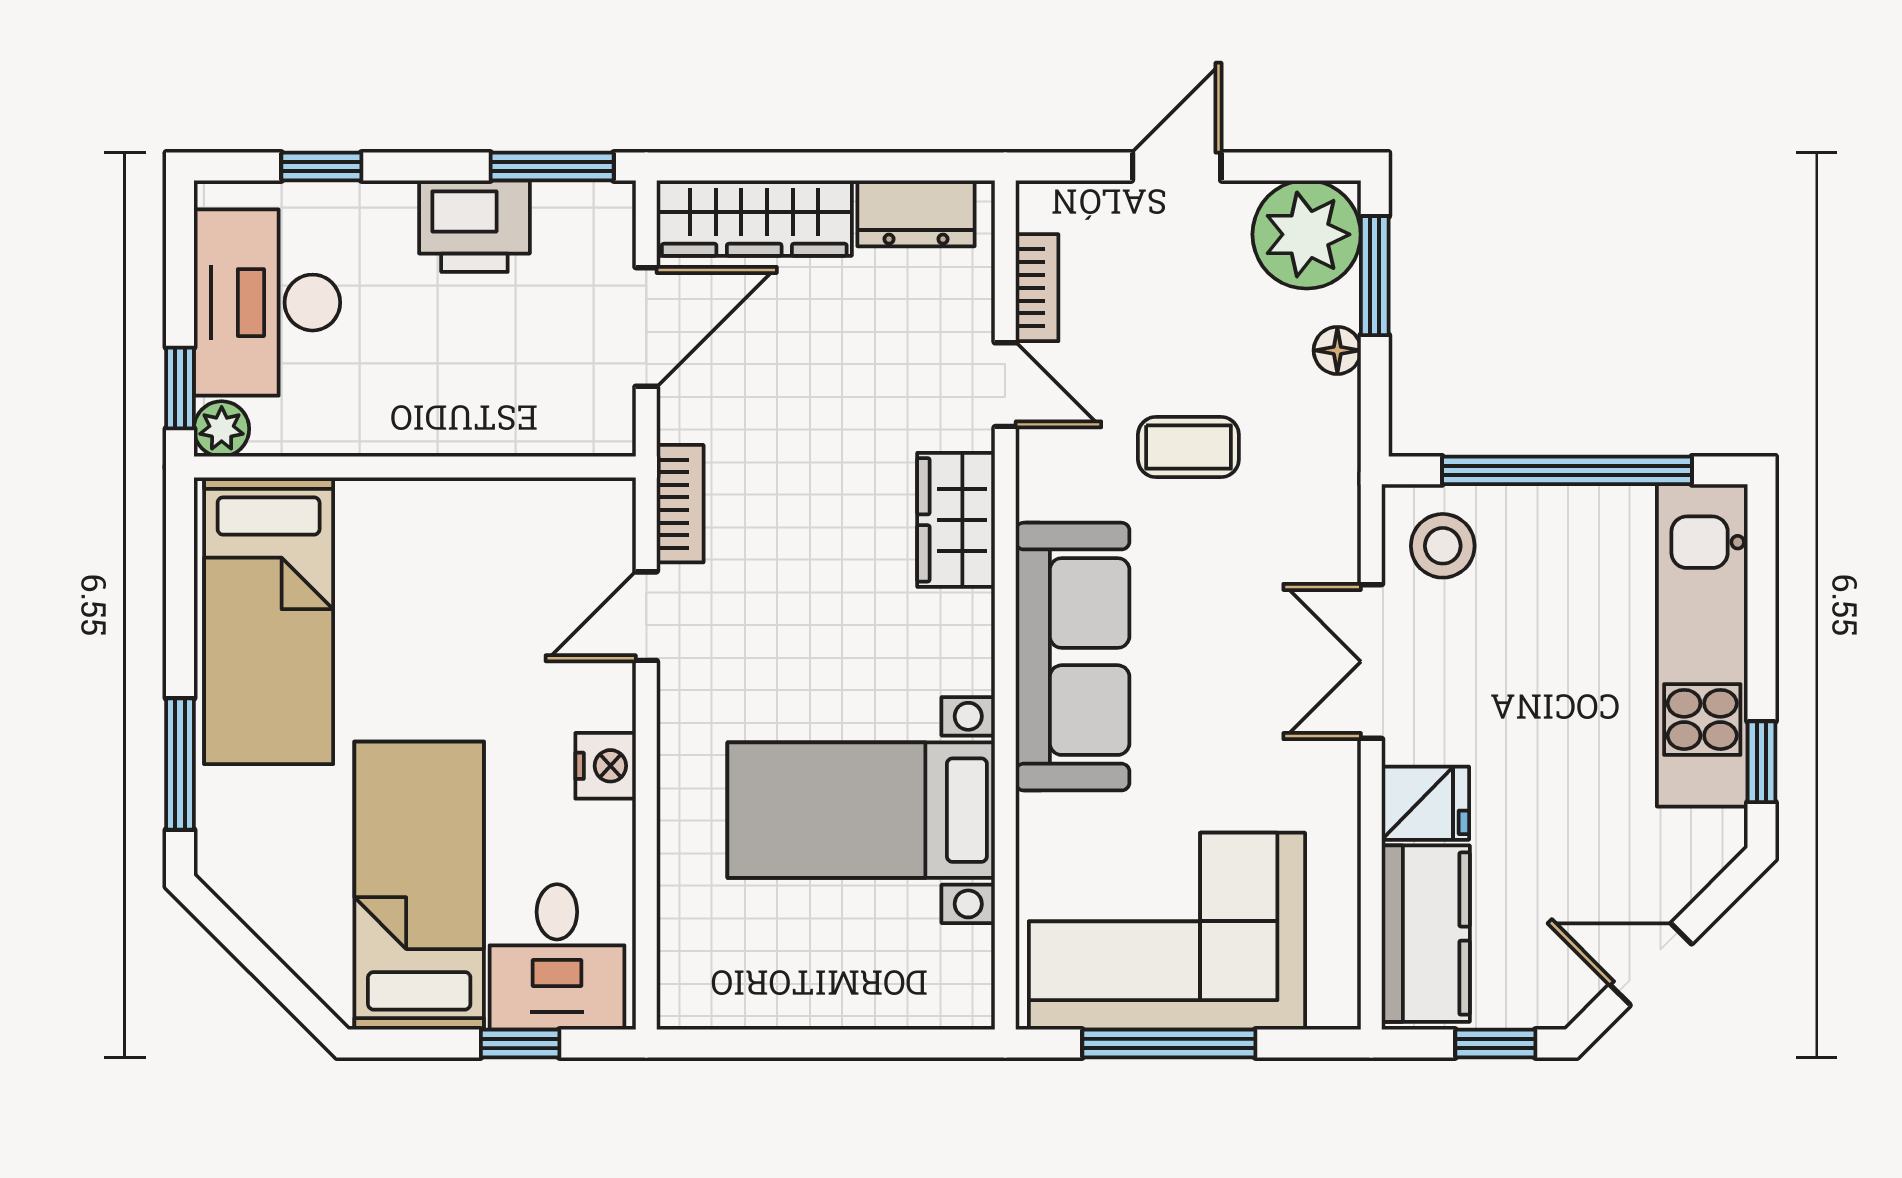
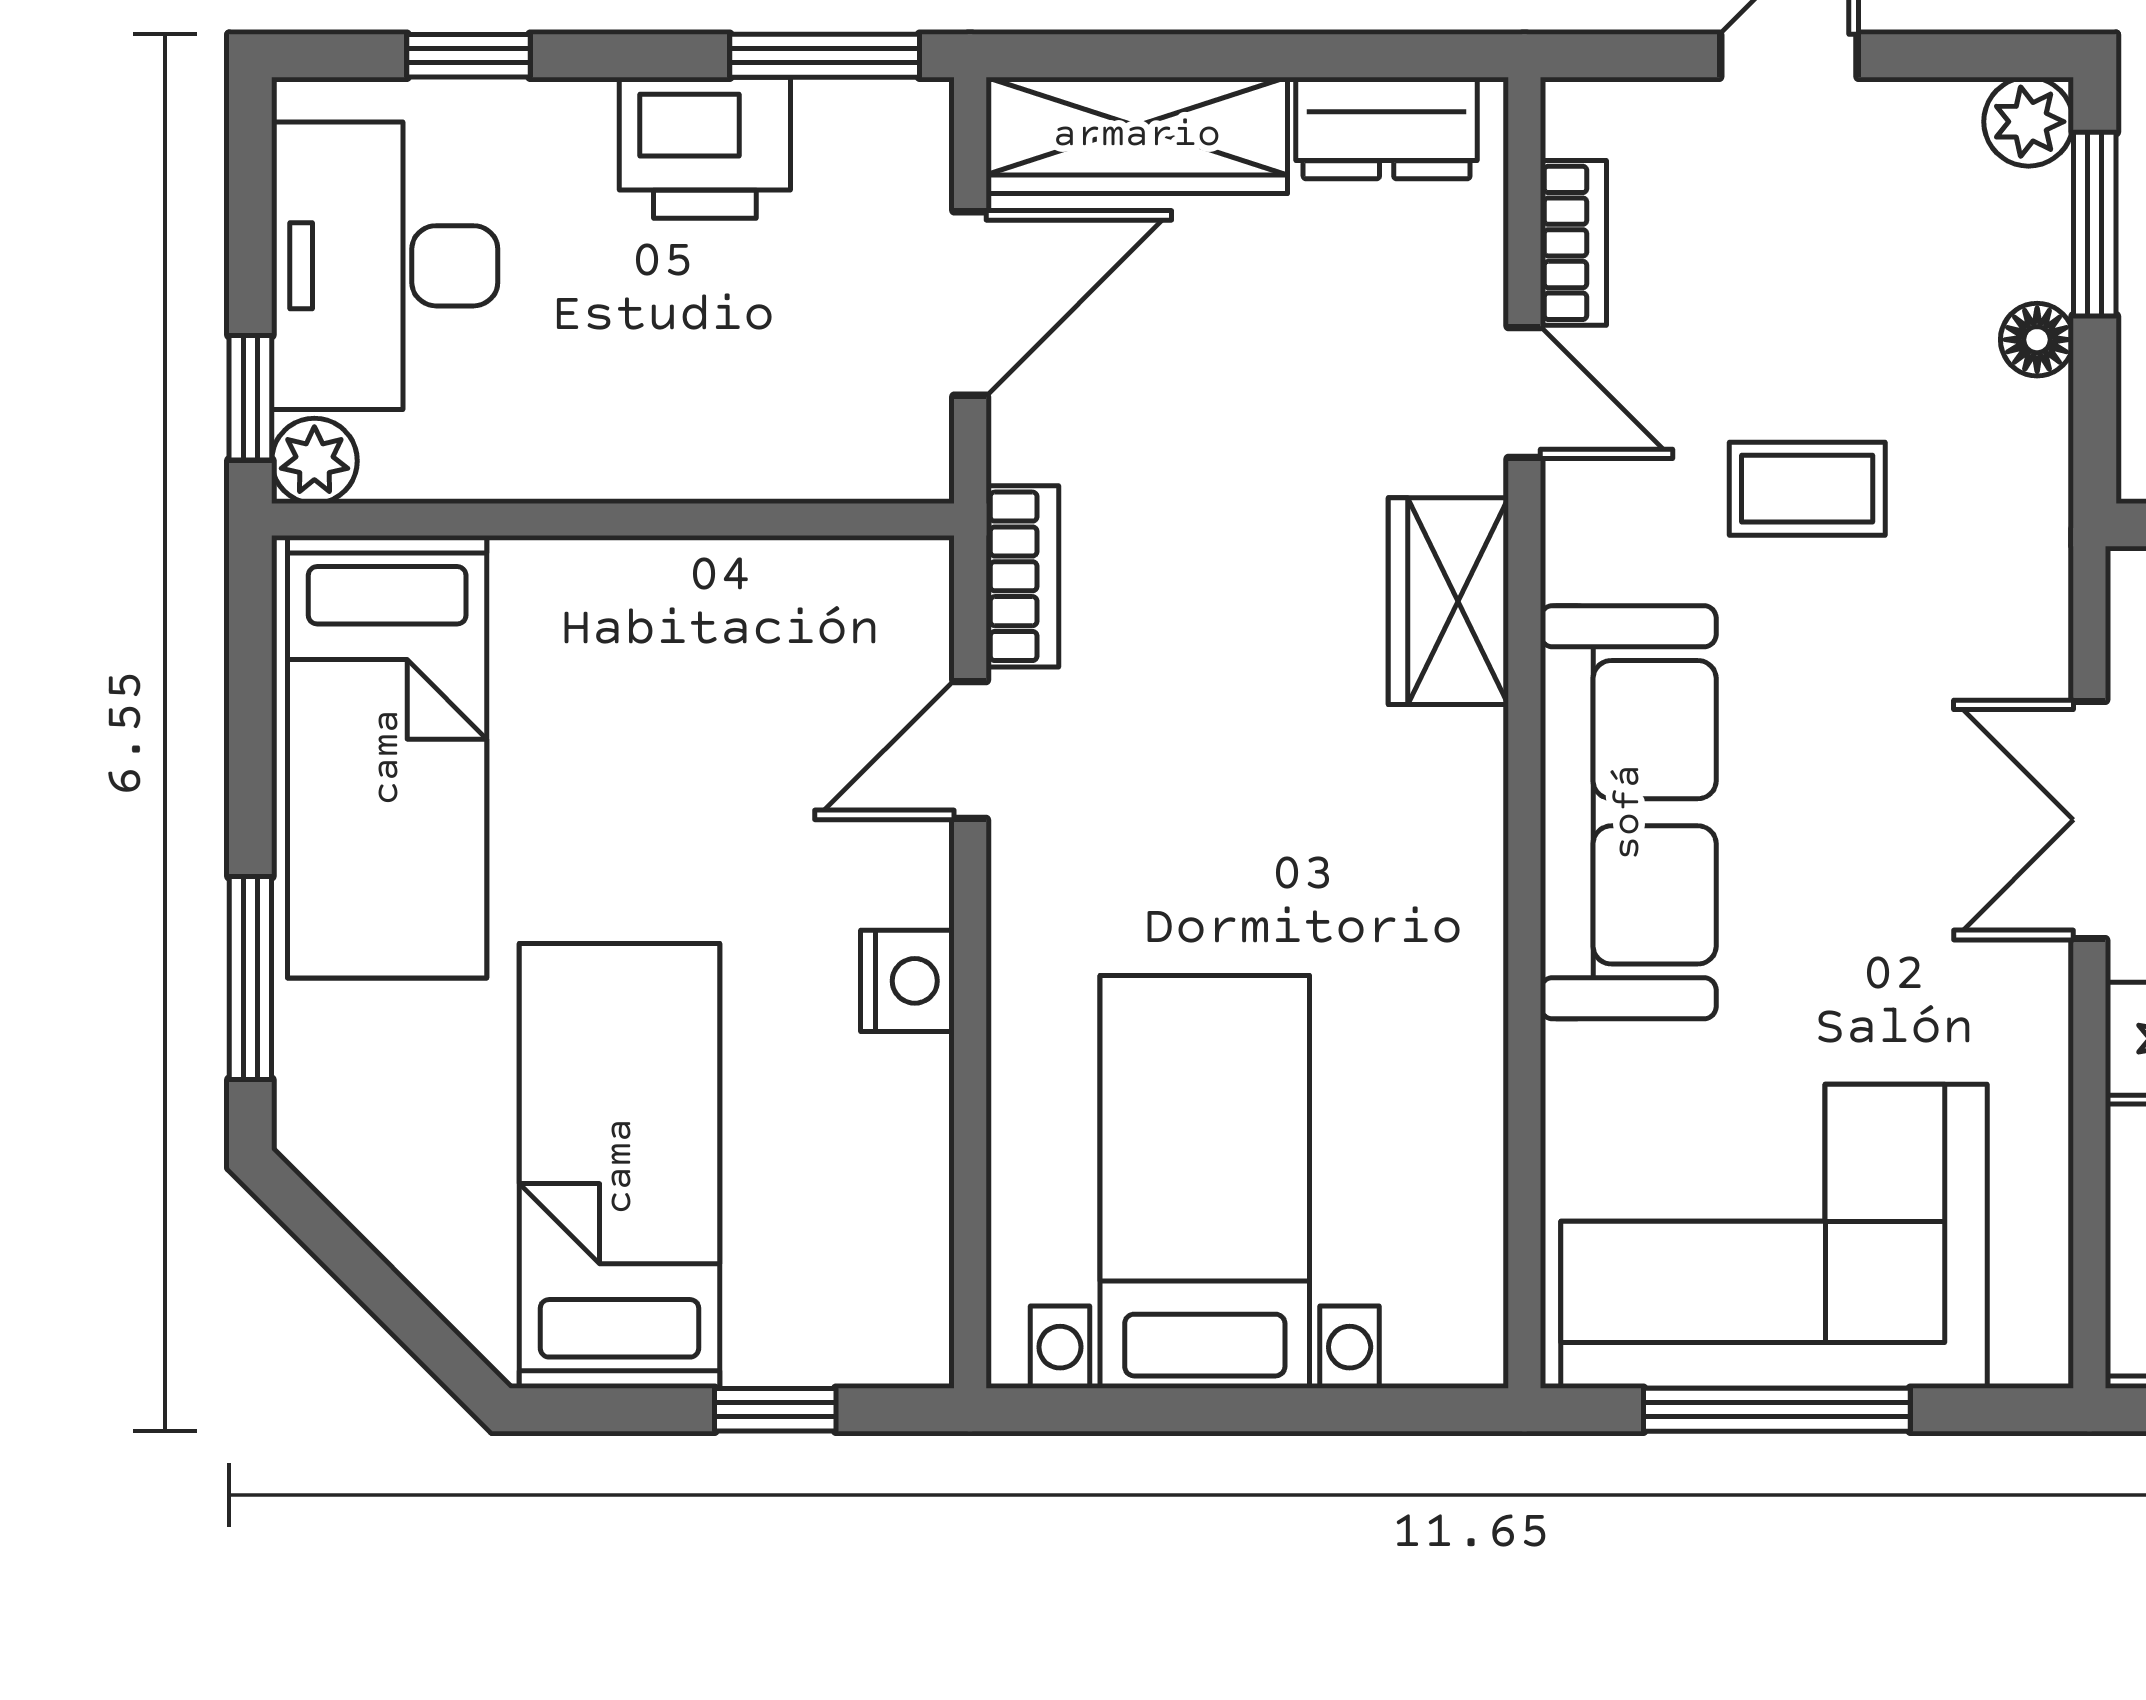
plant: (1307, 234) -> (2028, 122), width x0.53, depth x0.53
bed with nightstands: (861, 810) -> (1205, 1182), moved, turned 90
desk: (557, 957) -> (832, 1276), removed

